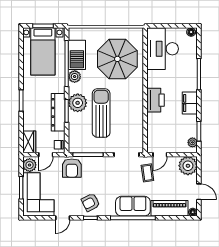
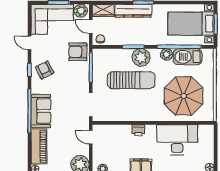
desk: (163, 49) -> (177, 140), moved
printer: (156, 100) -> (138, 130), width x0.53, depth x0.68
dresser: (58, 112) -> (133, 11), moved, turned 180
coffee table: (147, 173) -> (73, 125), removed

